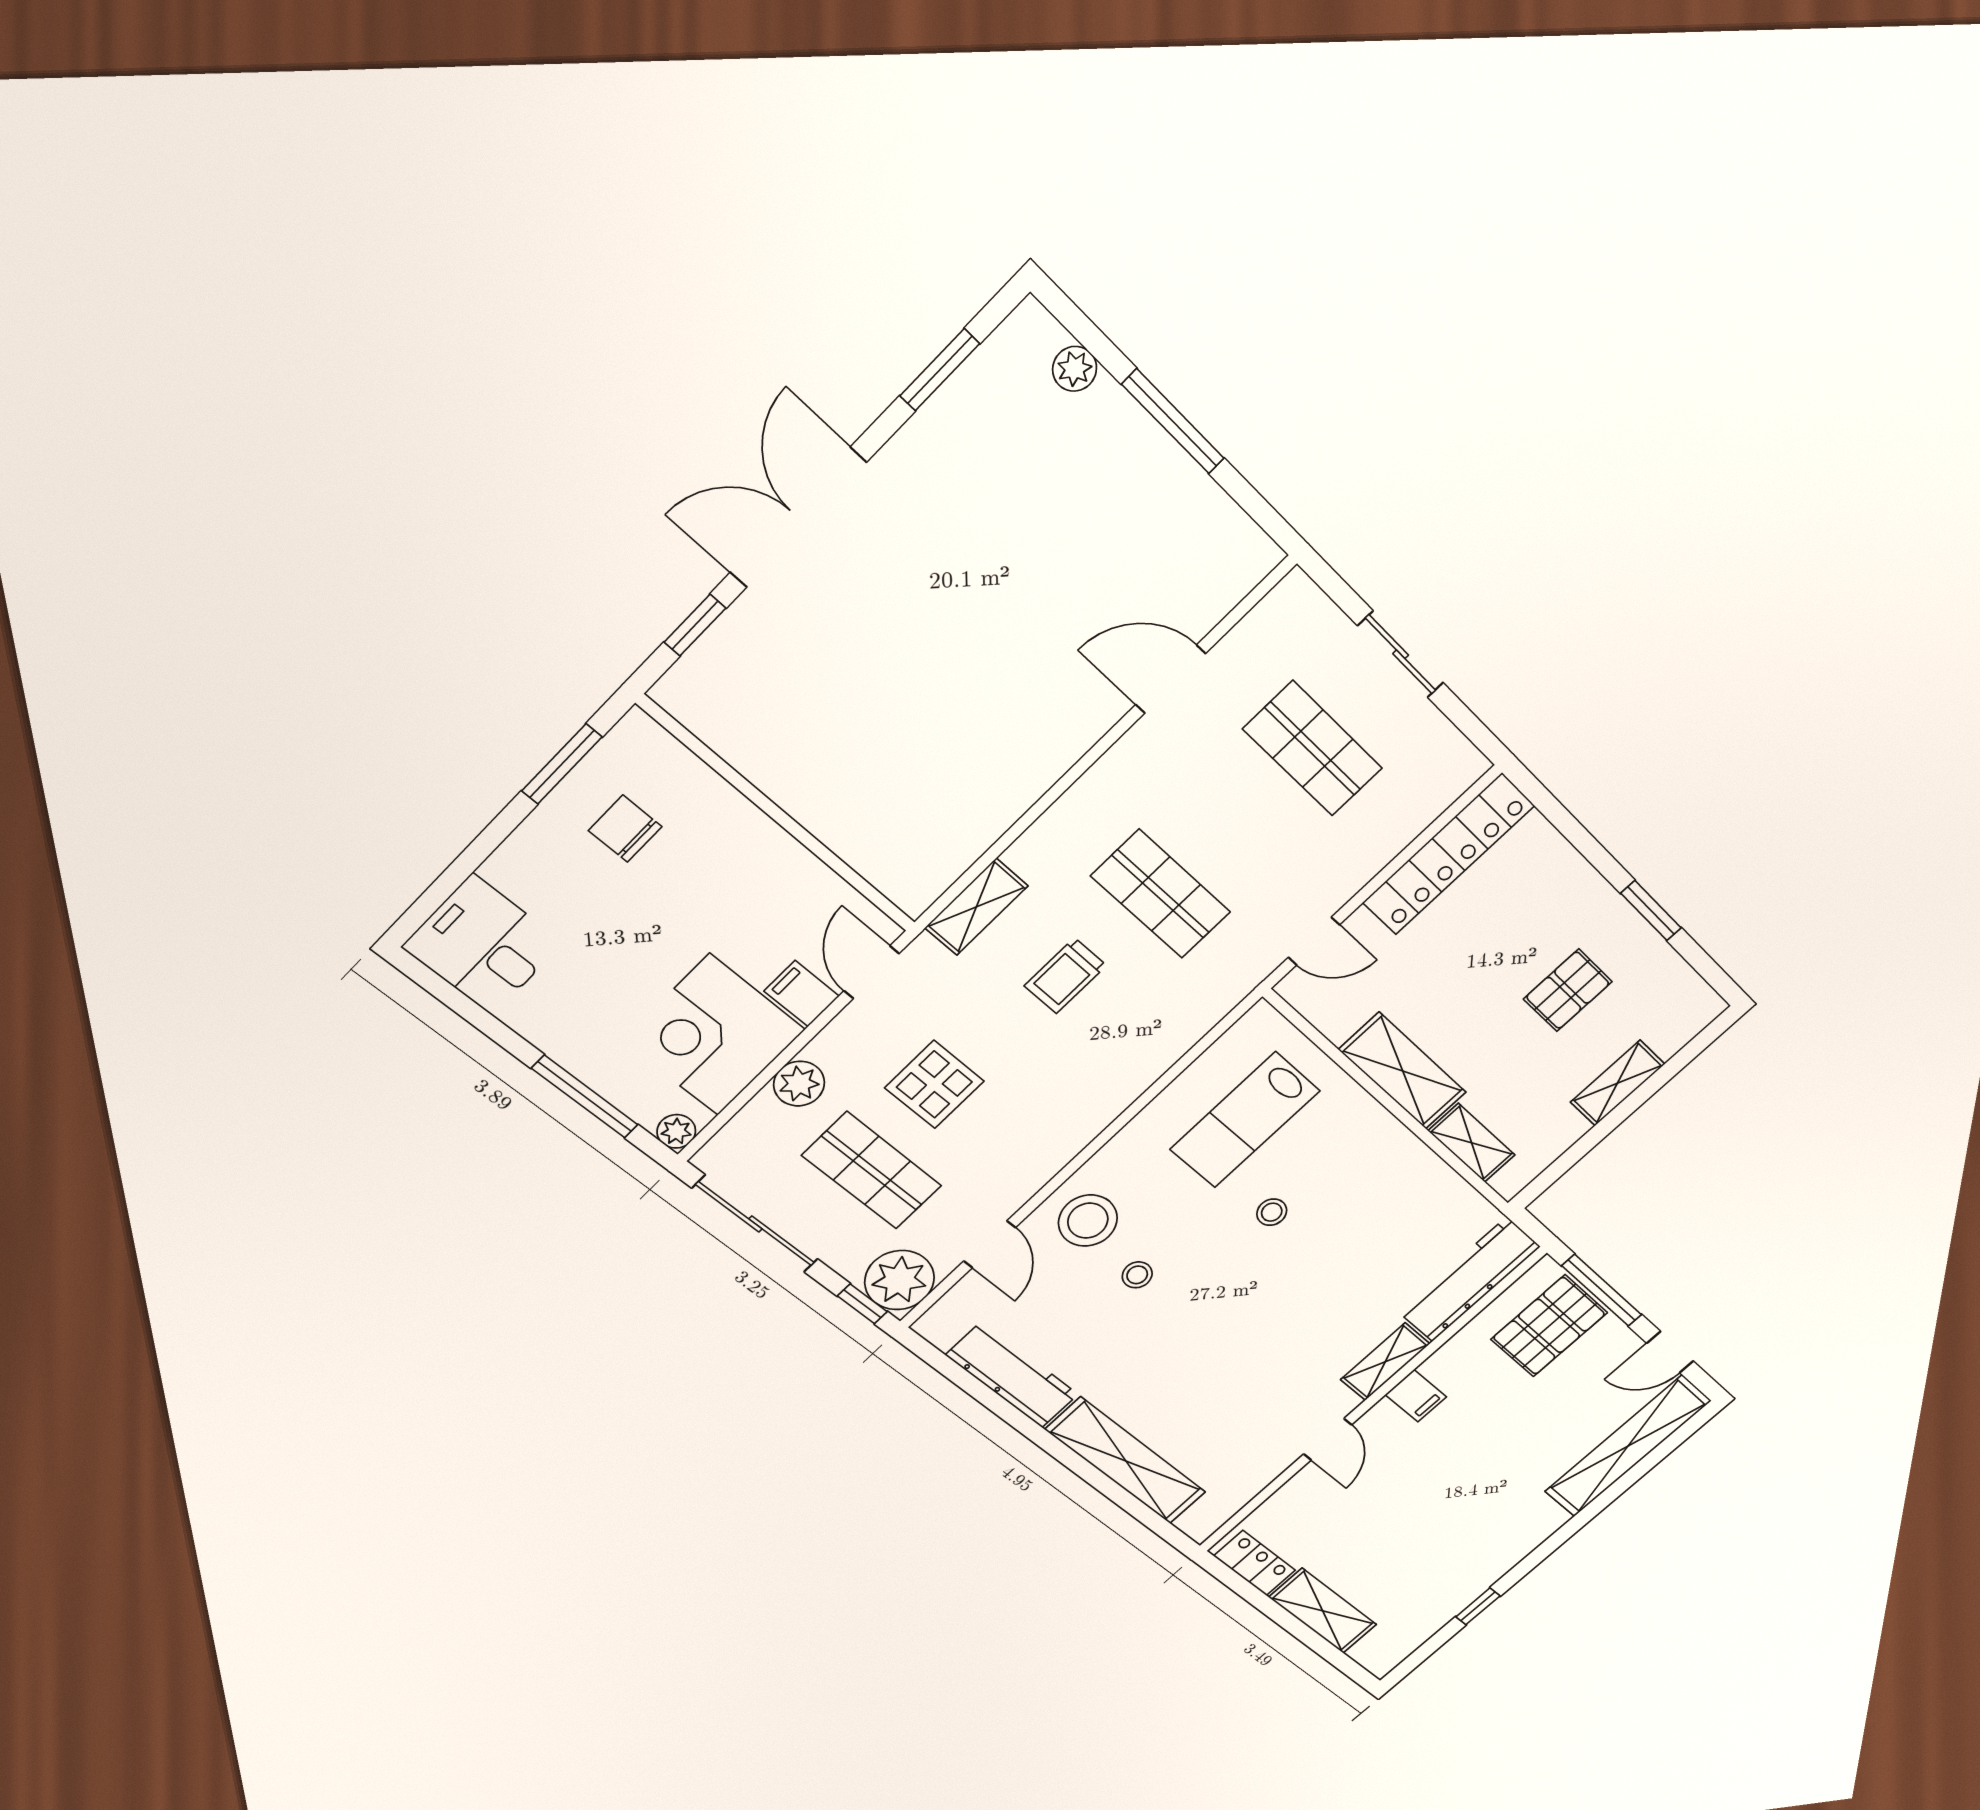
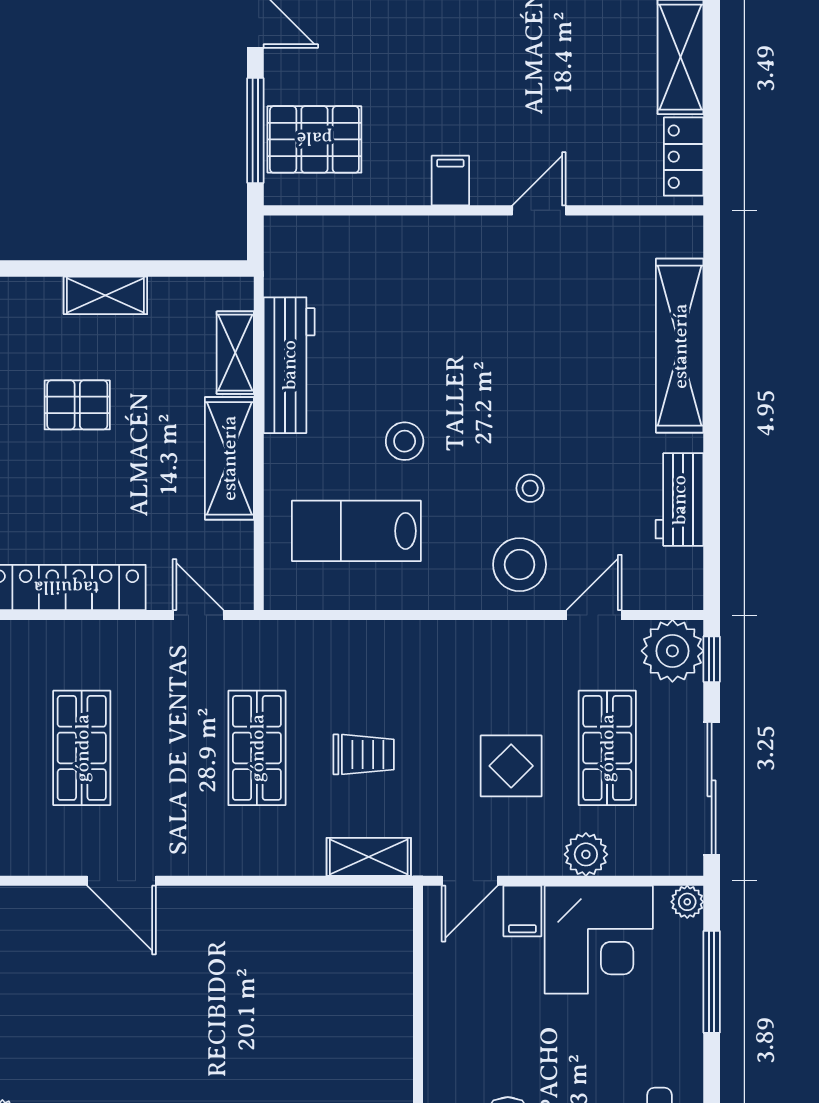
lab bench: (1245, 1120) -> (356, 531), turned 180
stool: (1272, 1212) -> (405, 441), width x1.37, depth x1.37
workbench: (1469, 1280) -> (289, 365), moved, turned -90
shelving: (1385, 1362) -> (444, 234), removed
workbench: (1012, 1375) -> (679, 500), width x0.73

